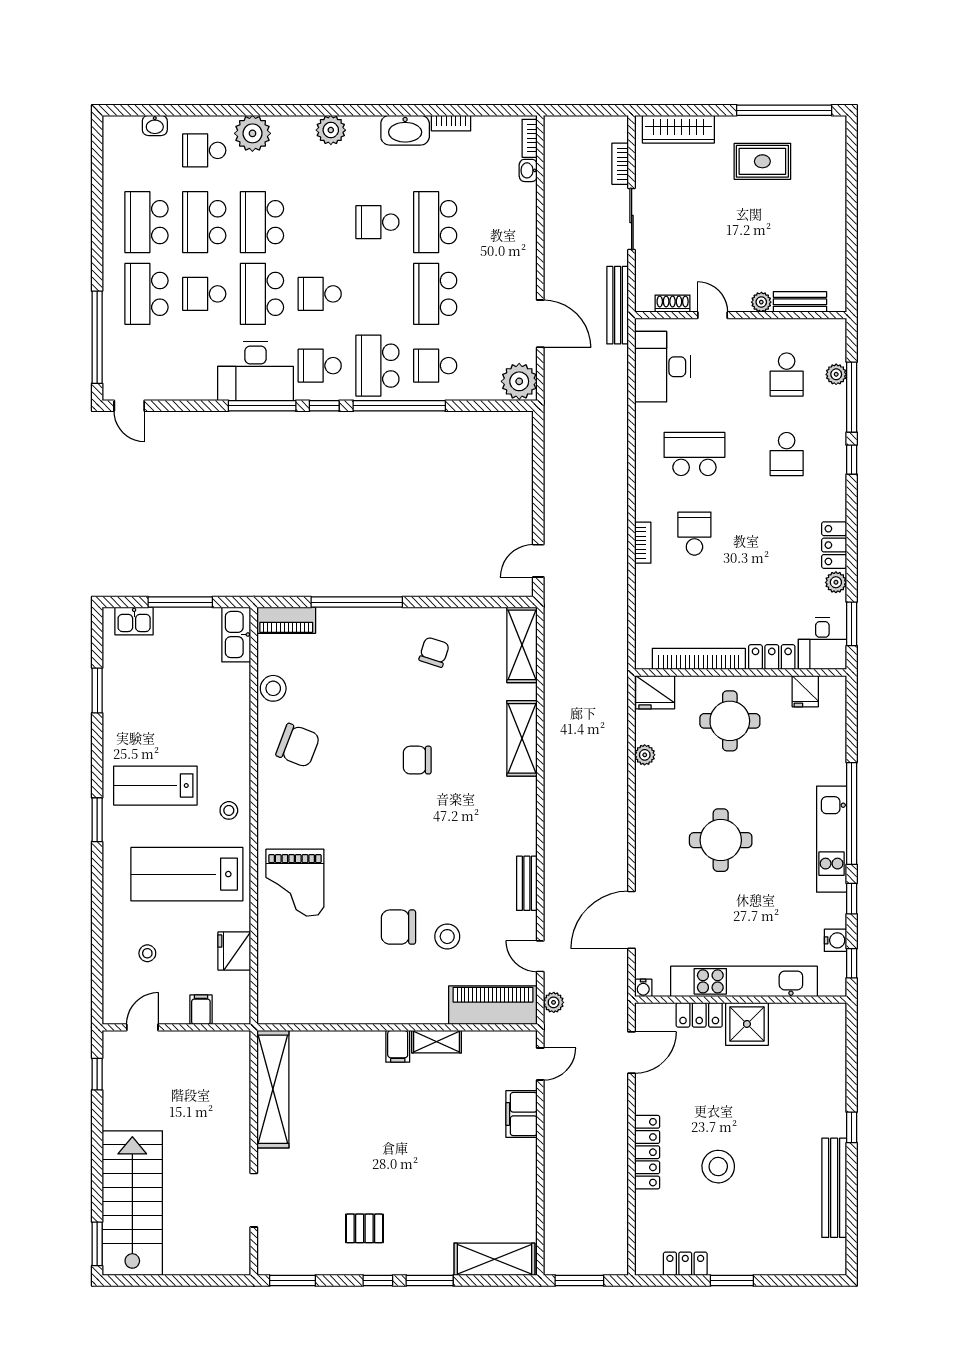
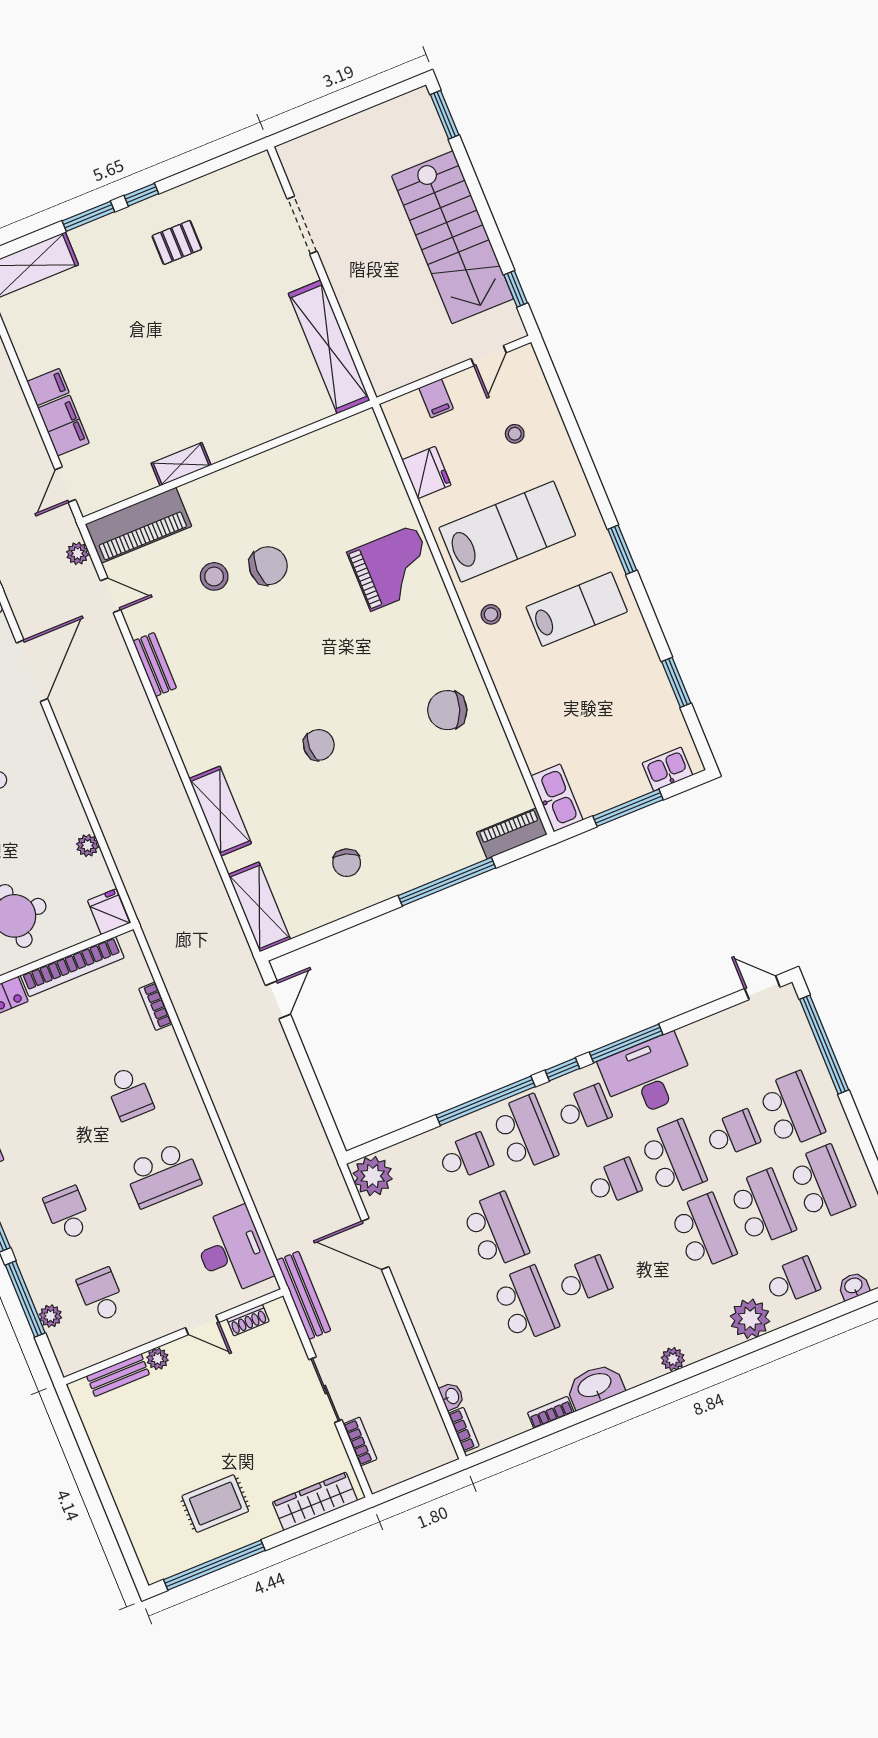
plant: (331, 130) -> (673, 1359), width x0.73, depth x0.73
bookcase: (643, 543) -> (155, 1006), moved
stool: (273, 688) -> (497, 758), removed
fridge: (655, 692) -> (109, 912), width x0.72
grand piano: (295, 883) -> (393, 568), turned 90
filing cabinet: (398, 1046) -> (48, 387), moved, turned 90
stairs: (132, 1203) -> (453, 237), moved
window: (292, 1280) -> (229, 159), removed

